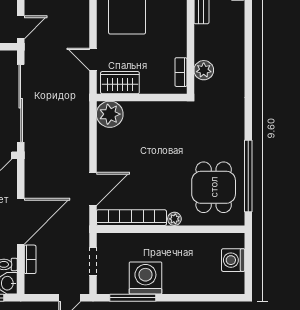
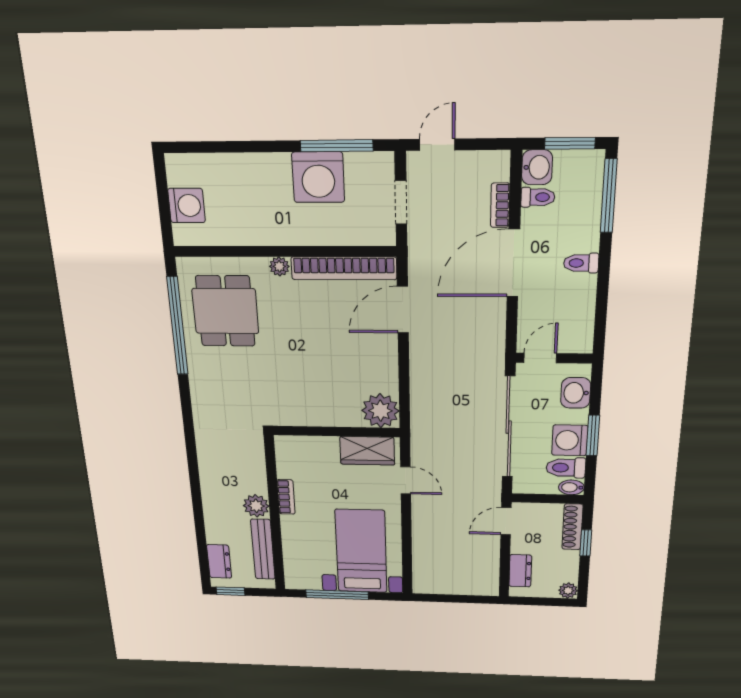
plant: (204, 70) -> (256, 506), moved
bookcase: (181, 72) -> (286, 497), moved

